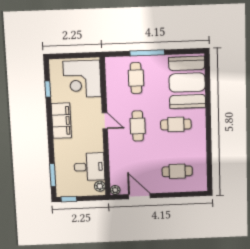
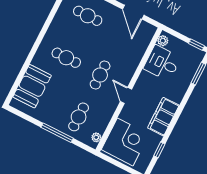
booth: (187, 82) -> (32, 86), width x0.73, depth x0.70
plant: (115, 190) -> (96, 137), moved

